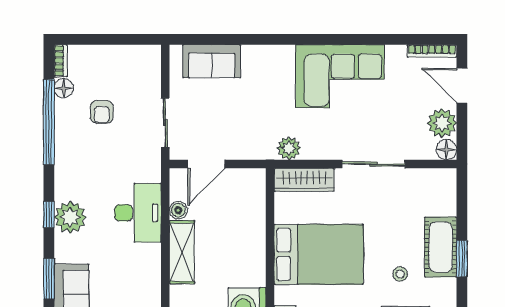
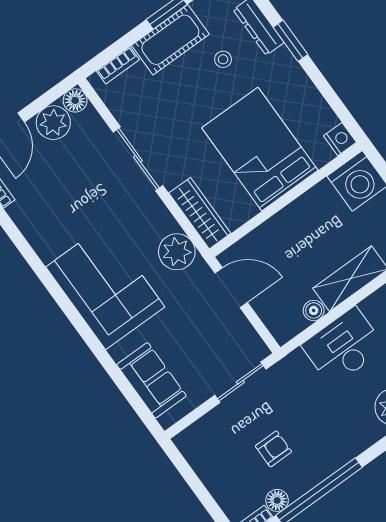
corner sofa: (340, 76) -> (105, 287), moved
plant: (289, 148) -> (177, 252), width x1.36, depth x1.36
door: (206, 164) -> (231, 288), moved
bookcase: (449, 197) -> (118, 65), added

